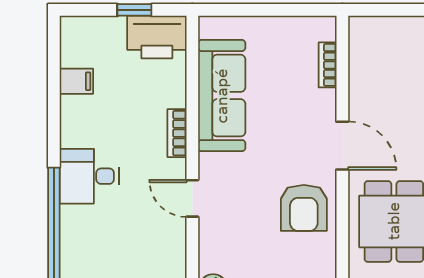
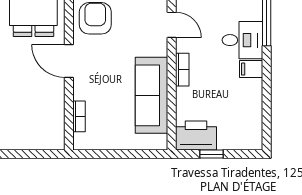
filing cabinet: (76, 81) -> (251, 69), moved

